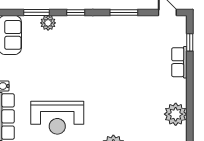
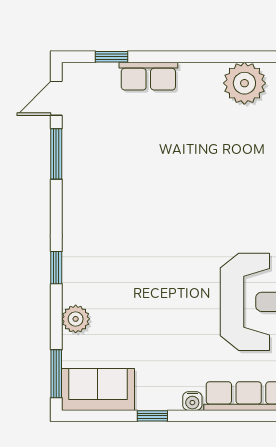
window: (37, 12) -> (56, 374), moved
window: (124, 12) -> (56, 154), moved

